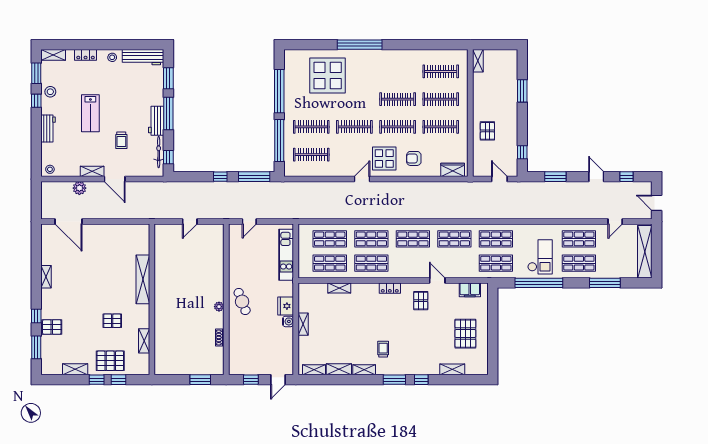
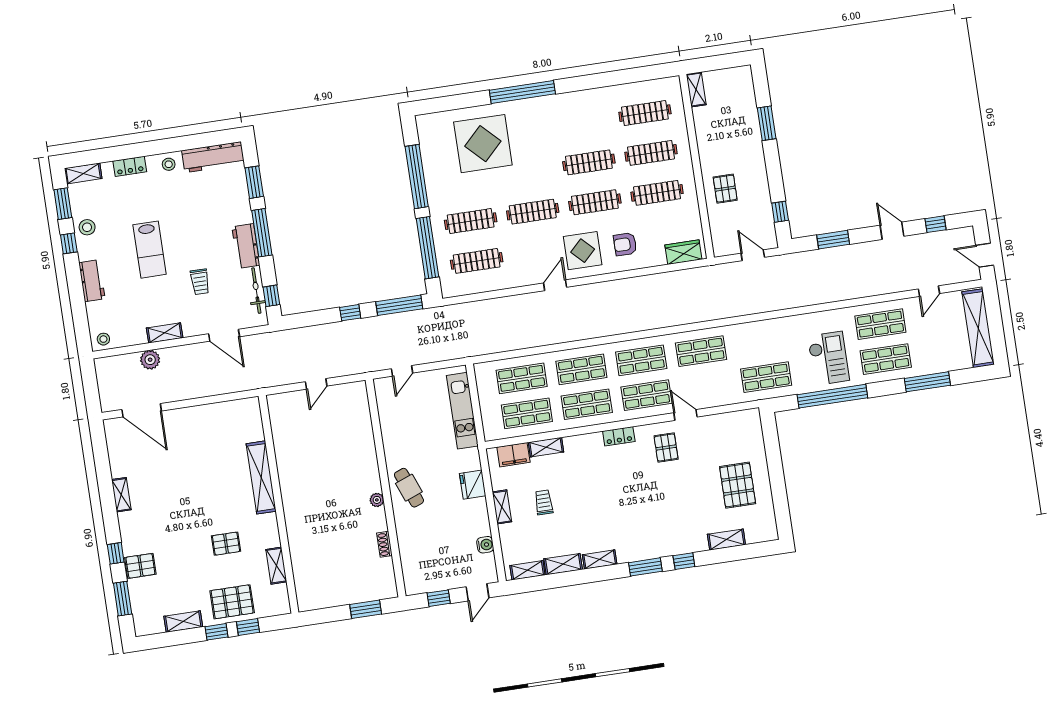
door: (115, 179) -> (224, 335), moved
shop shelf: (496, 239) -> (646, 395), moved
filing cabinet: (470, 290) -> (513, 455), moved
water cooler: (288, 321) -> (485, 545), moved
trolley: (383, 349) -> (544, 502), moved

